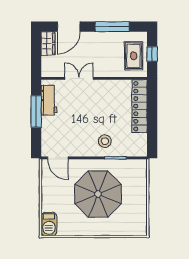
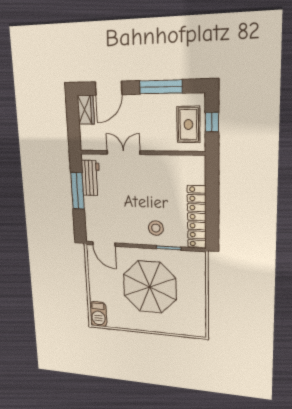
locker: (140, 106) -> (197, 217), moved

